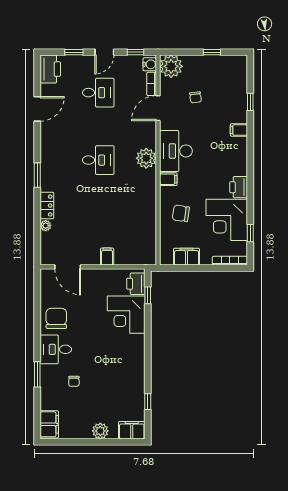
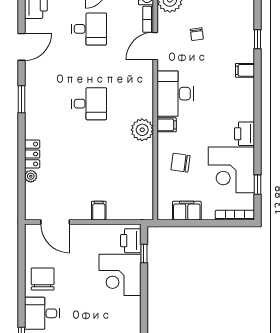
plant: (146, 158) -> (142, 130), moved
window: (37, 175) -> (21, 99), moved

